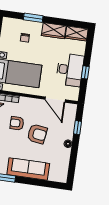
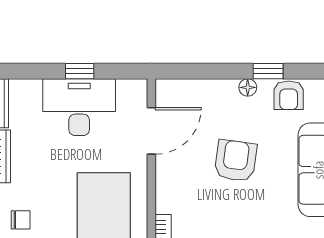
armchair: (17, 123) -> (289, 95), moved
window: (77, 128) -> (268, 71), moved

